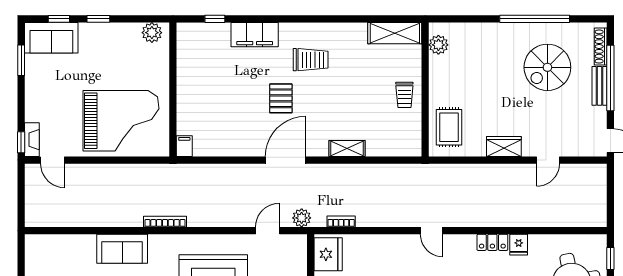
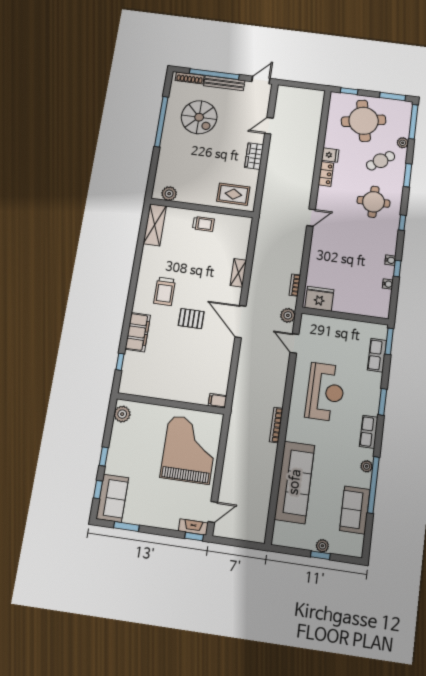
trolley: (311, 60) -> (165, 291), turned 180
bench: (599, 86) -> (224, 83), width x1.36
door: (548, 160) -> (269, 126), swing flipped
sofa: (122, 249) -> (295, 482), width x1.85, depth x1.27

